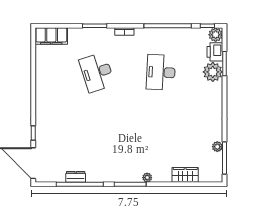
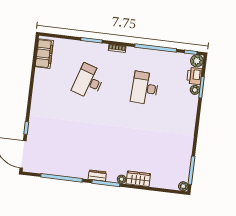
filing cabinet: (51, 36) -> (44, 54), moved, turned -90
desk: (97, 72) -> (88, 81), turned 36
plant: (213, 72) -> (195, 90), width x0.53, depth x0.53
plant: (217, 147) -> (183, 186), moved
wardrobe: (185, 175) -> (138, 179), moved
dresser: (76, 177) -> (97, 176), moved

